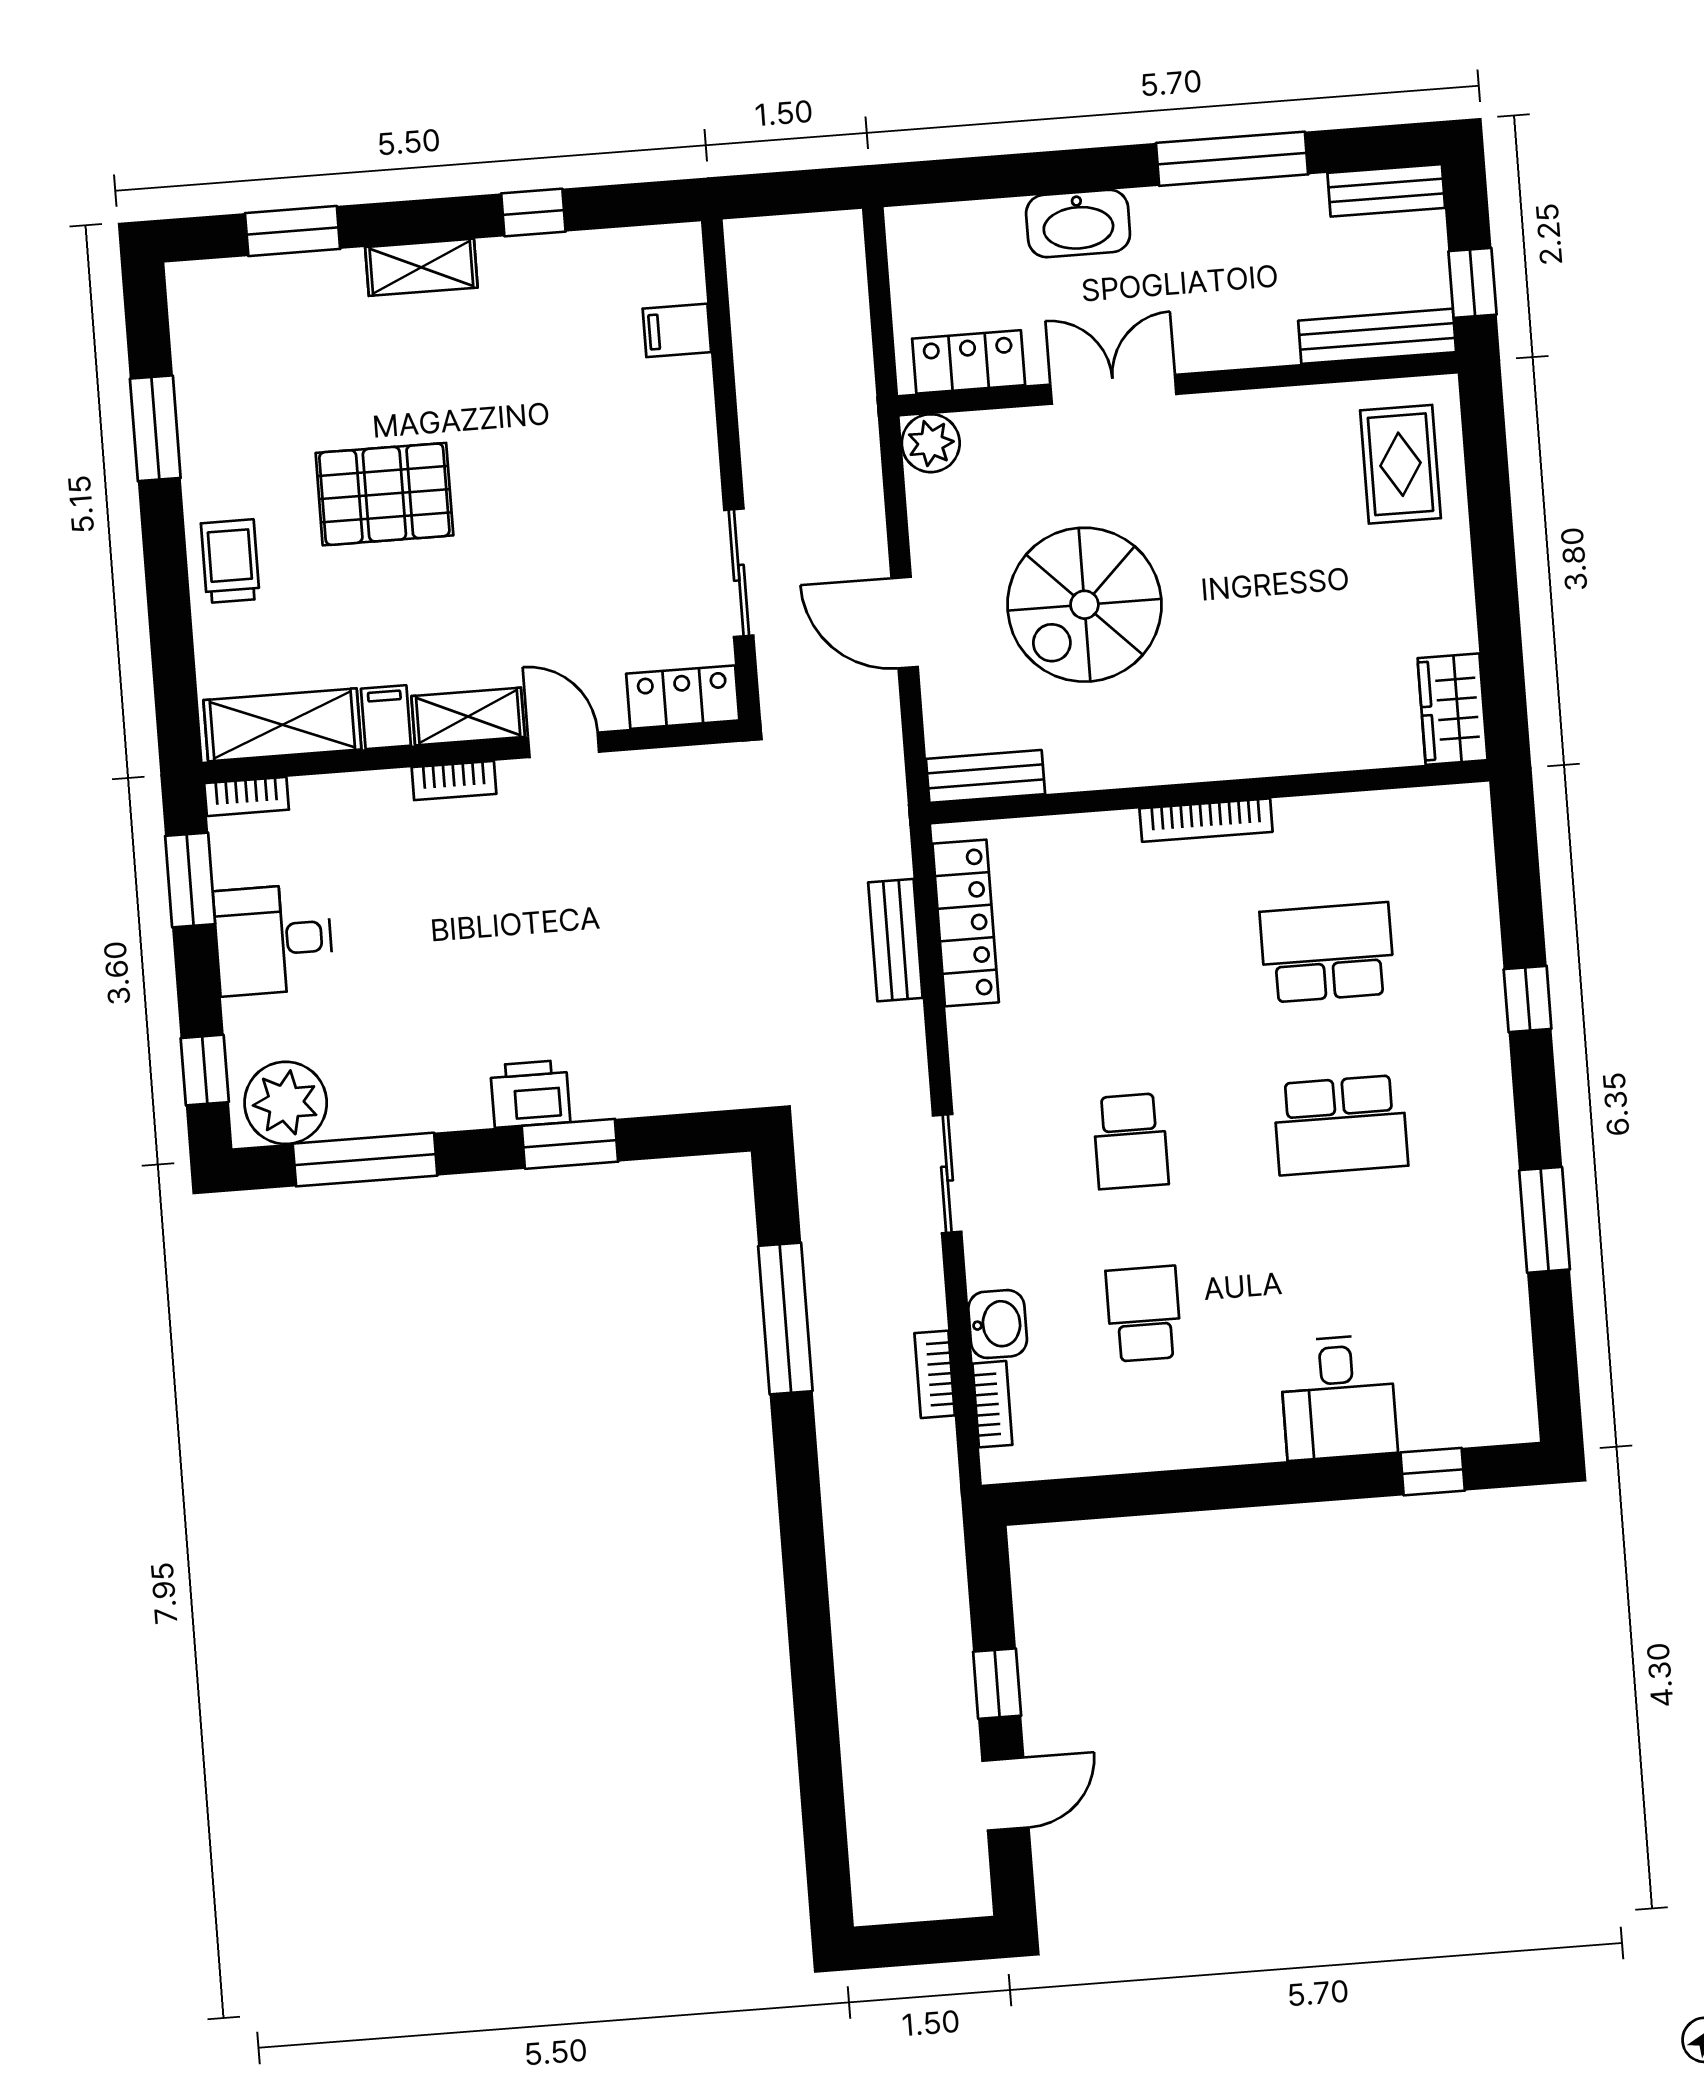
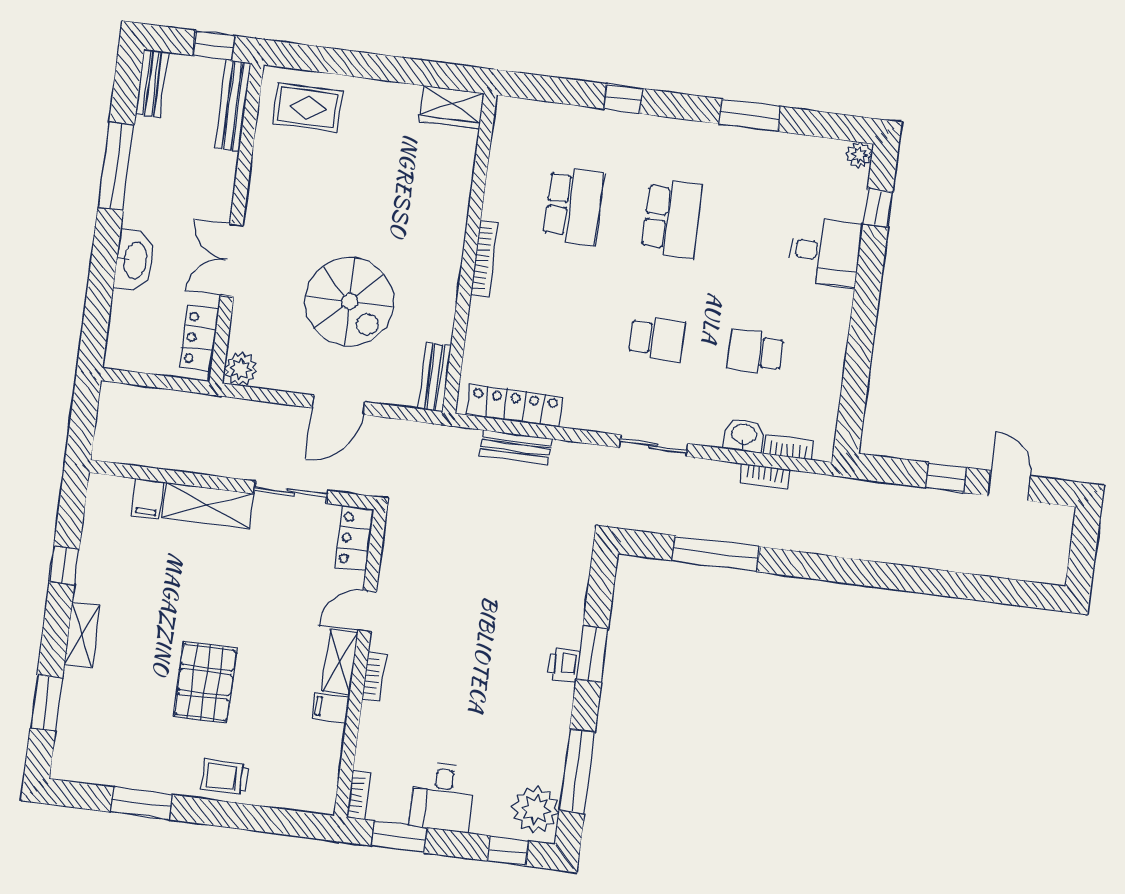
shelving: (282, 725) -> (208, 505), moved, turned 90
school desk: (1327, 952) -> (574, 206), turned 180
printer: (530, 1094) -> (564, 665), width x0.73, depth x0.81
plant: (1516, 1421) -> (859, 155), added

